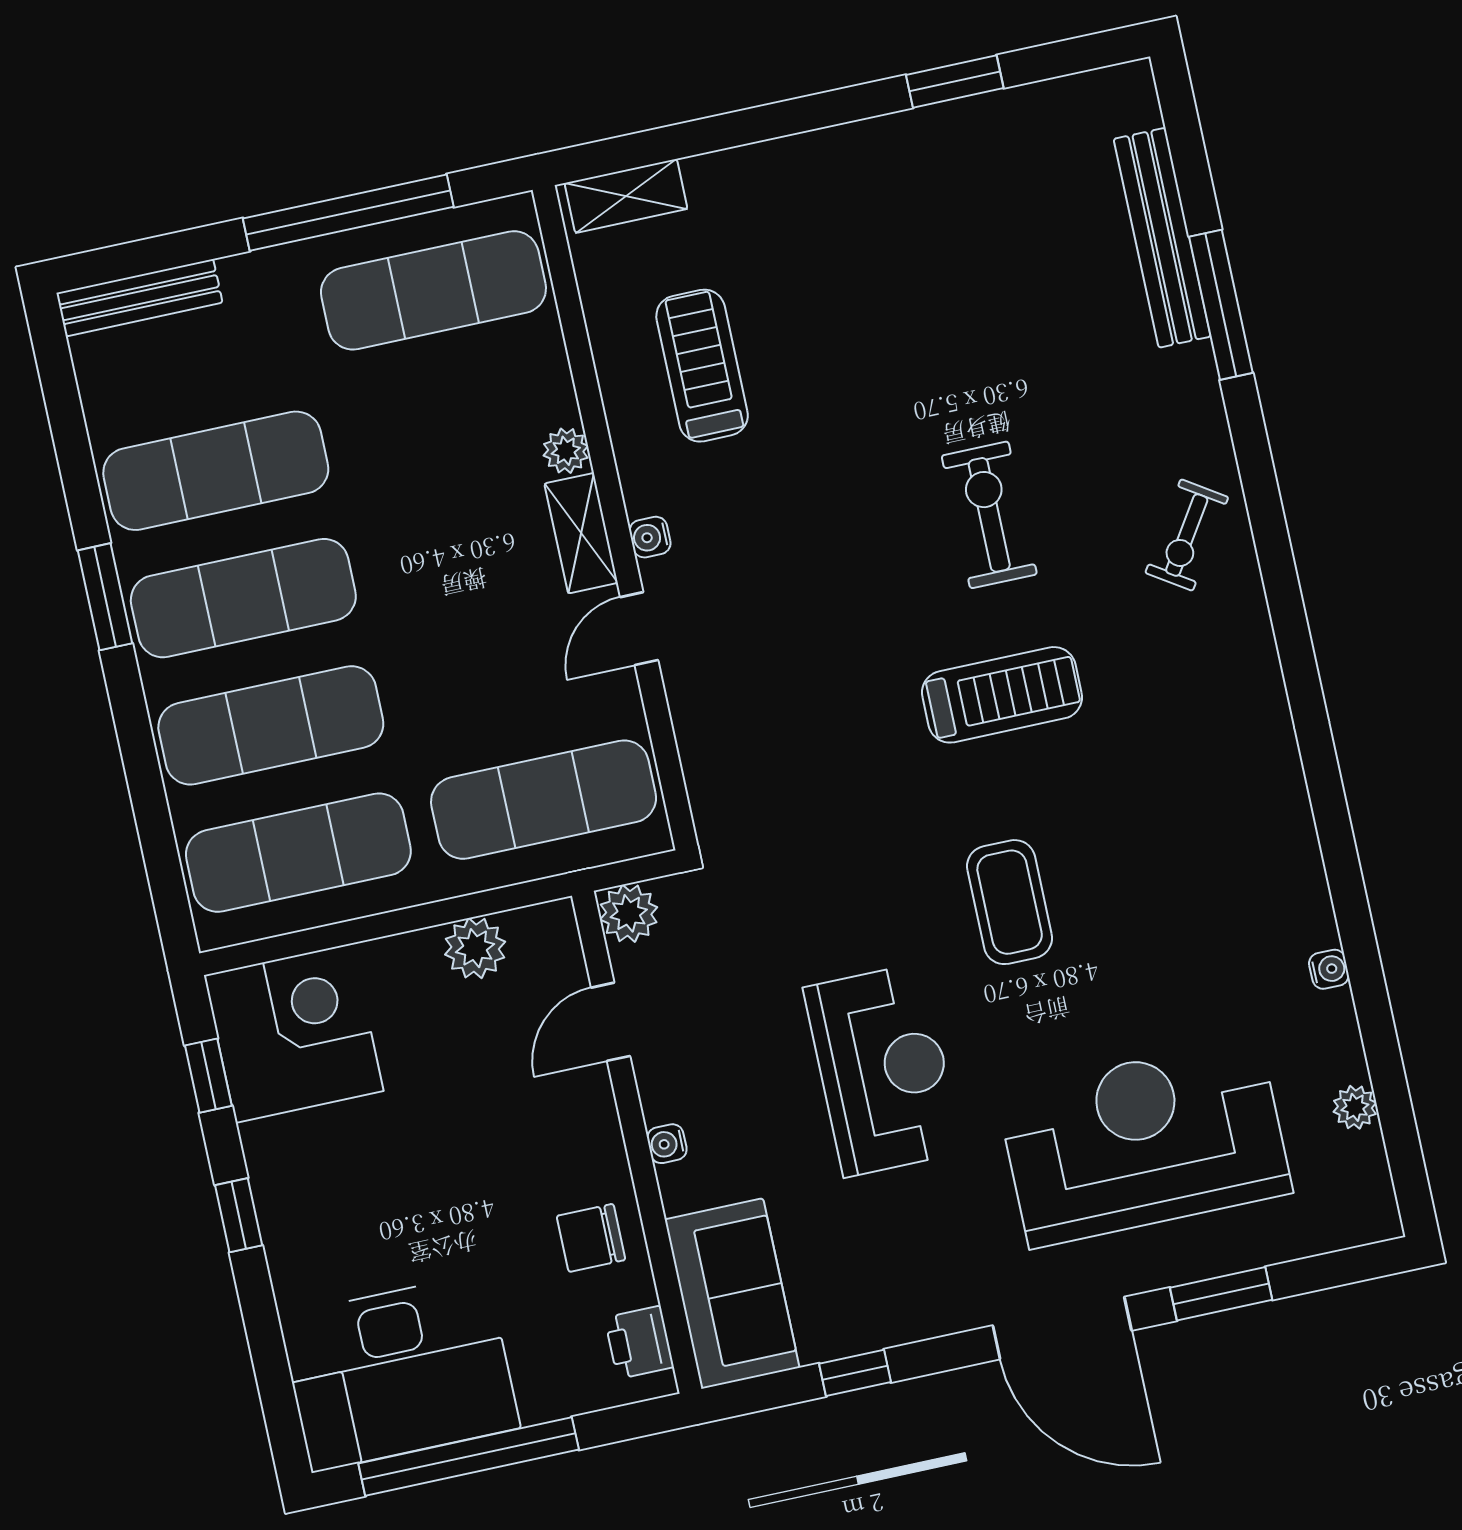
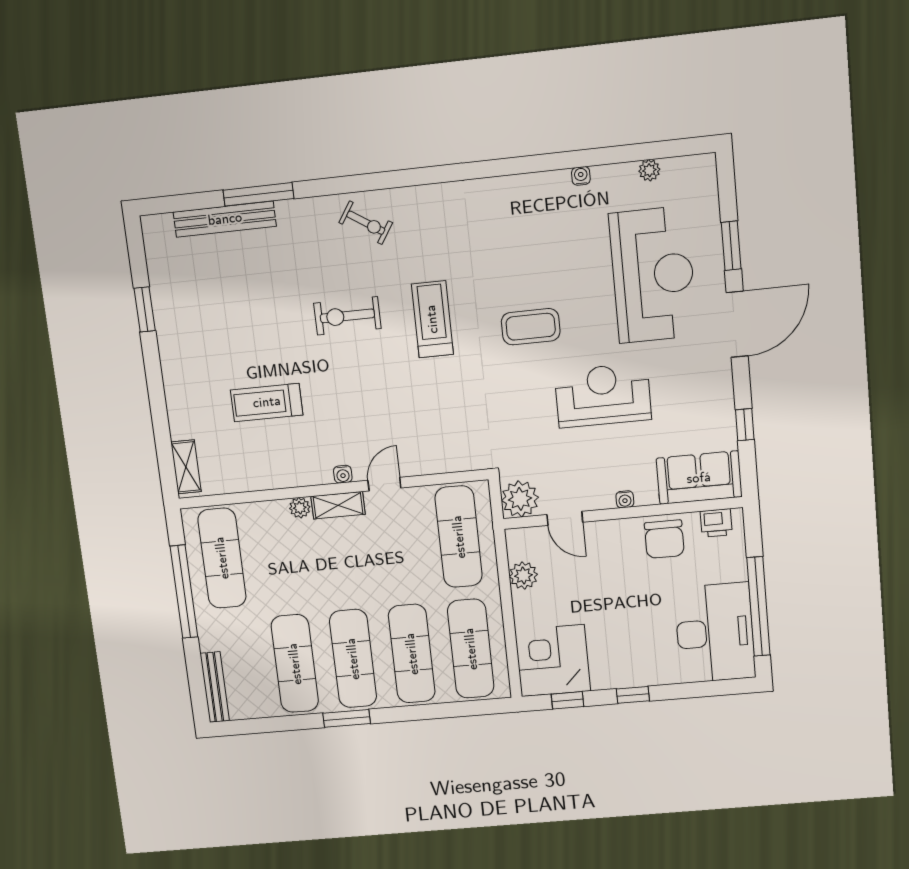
treadmill: (702, 366) -> (267, 402), moved
door: (639, 629) -> (384, 484), swing flipped
plant: (629, 913) -> (520, 499), width x1.36, depth x1.36
reception desk: (1144, 1142) -> (653, 275), turned 180
chair: (591, 1238) -> (664, 539), width x1.37, depth x1.37

